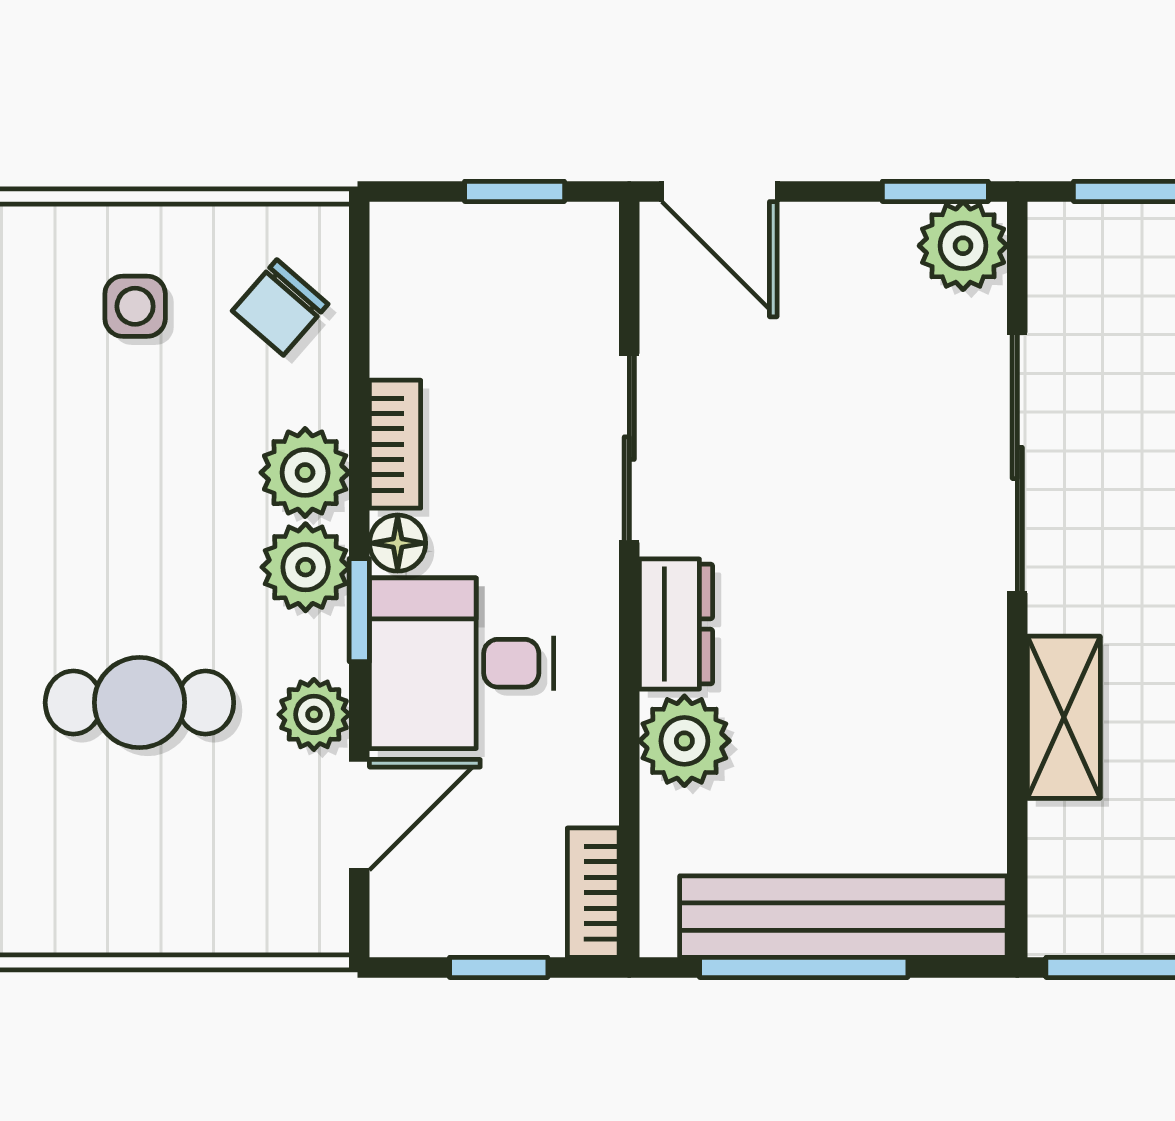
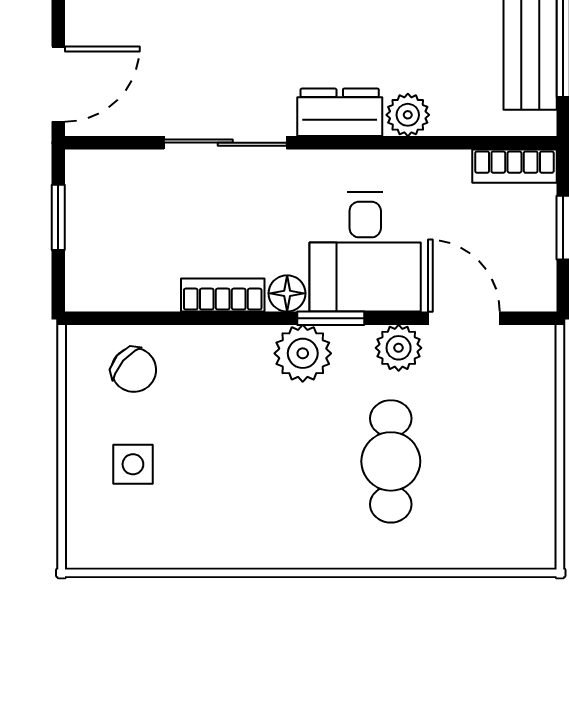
plant: (305, 473) -> (241, 354), removed
plant: (684, 741) -> (408, 115), width x0.73, depth x0.73

